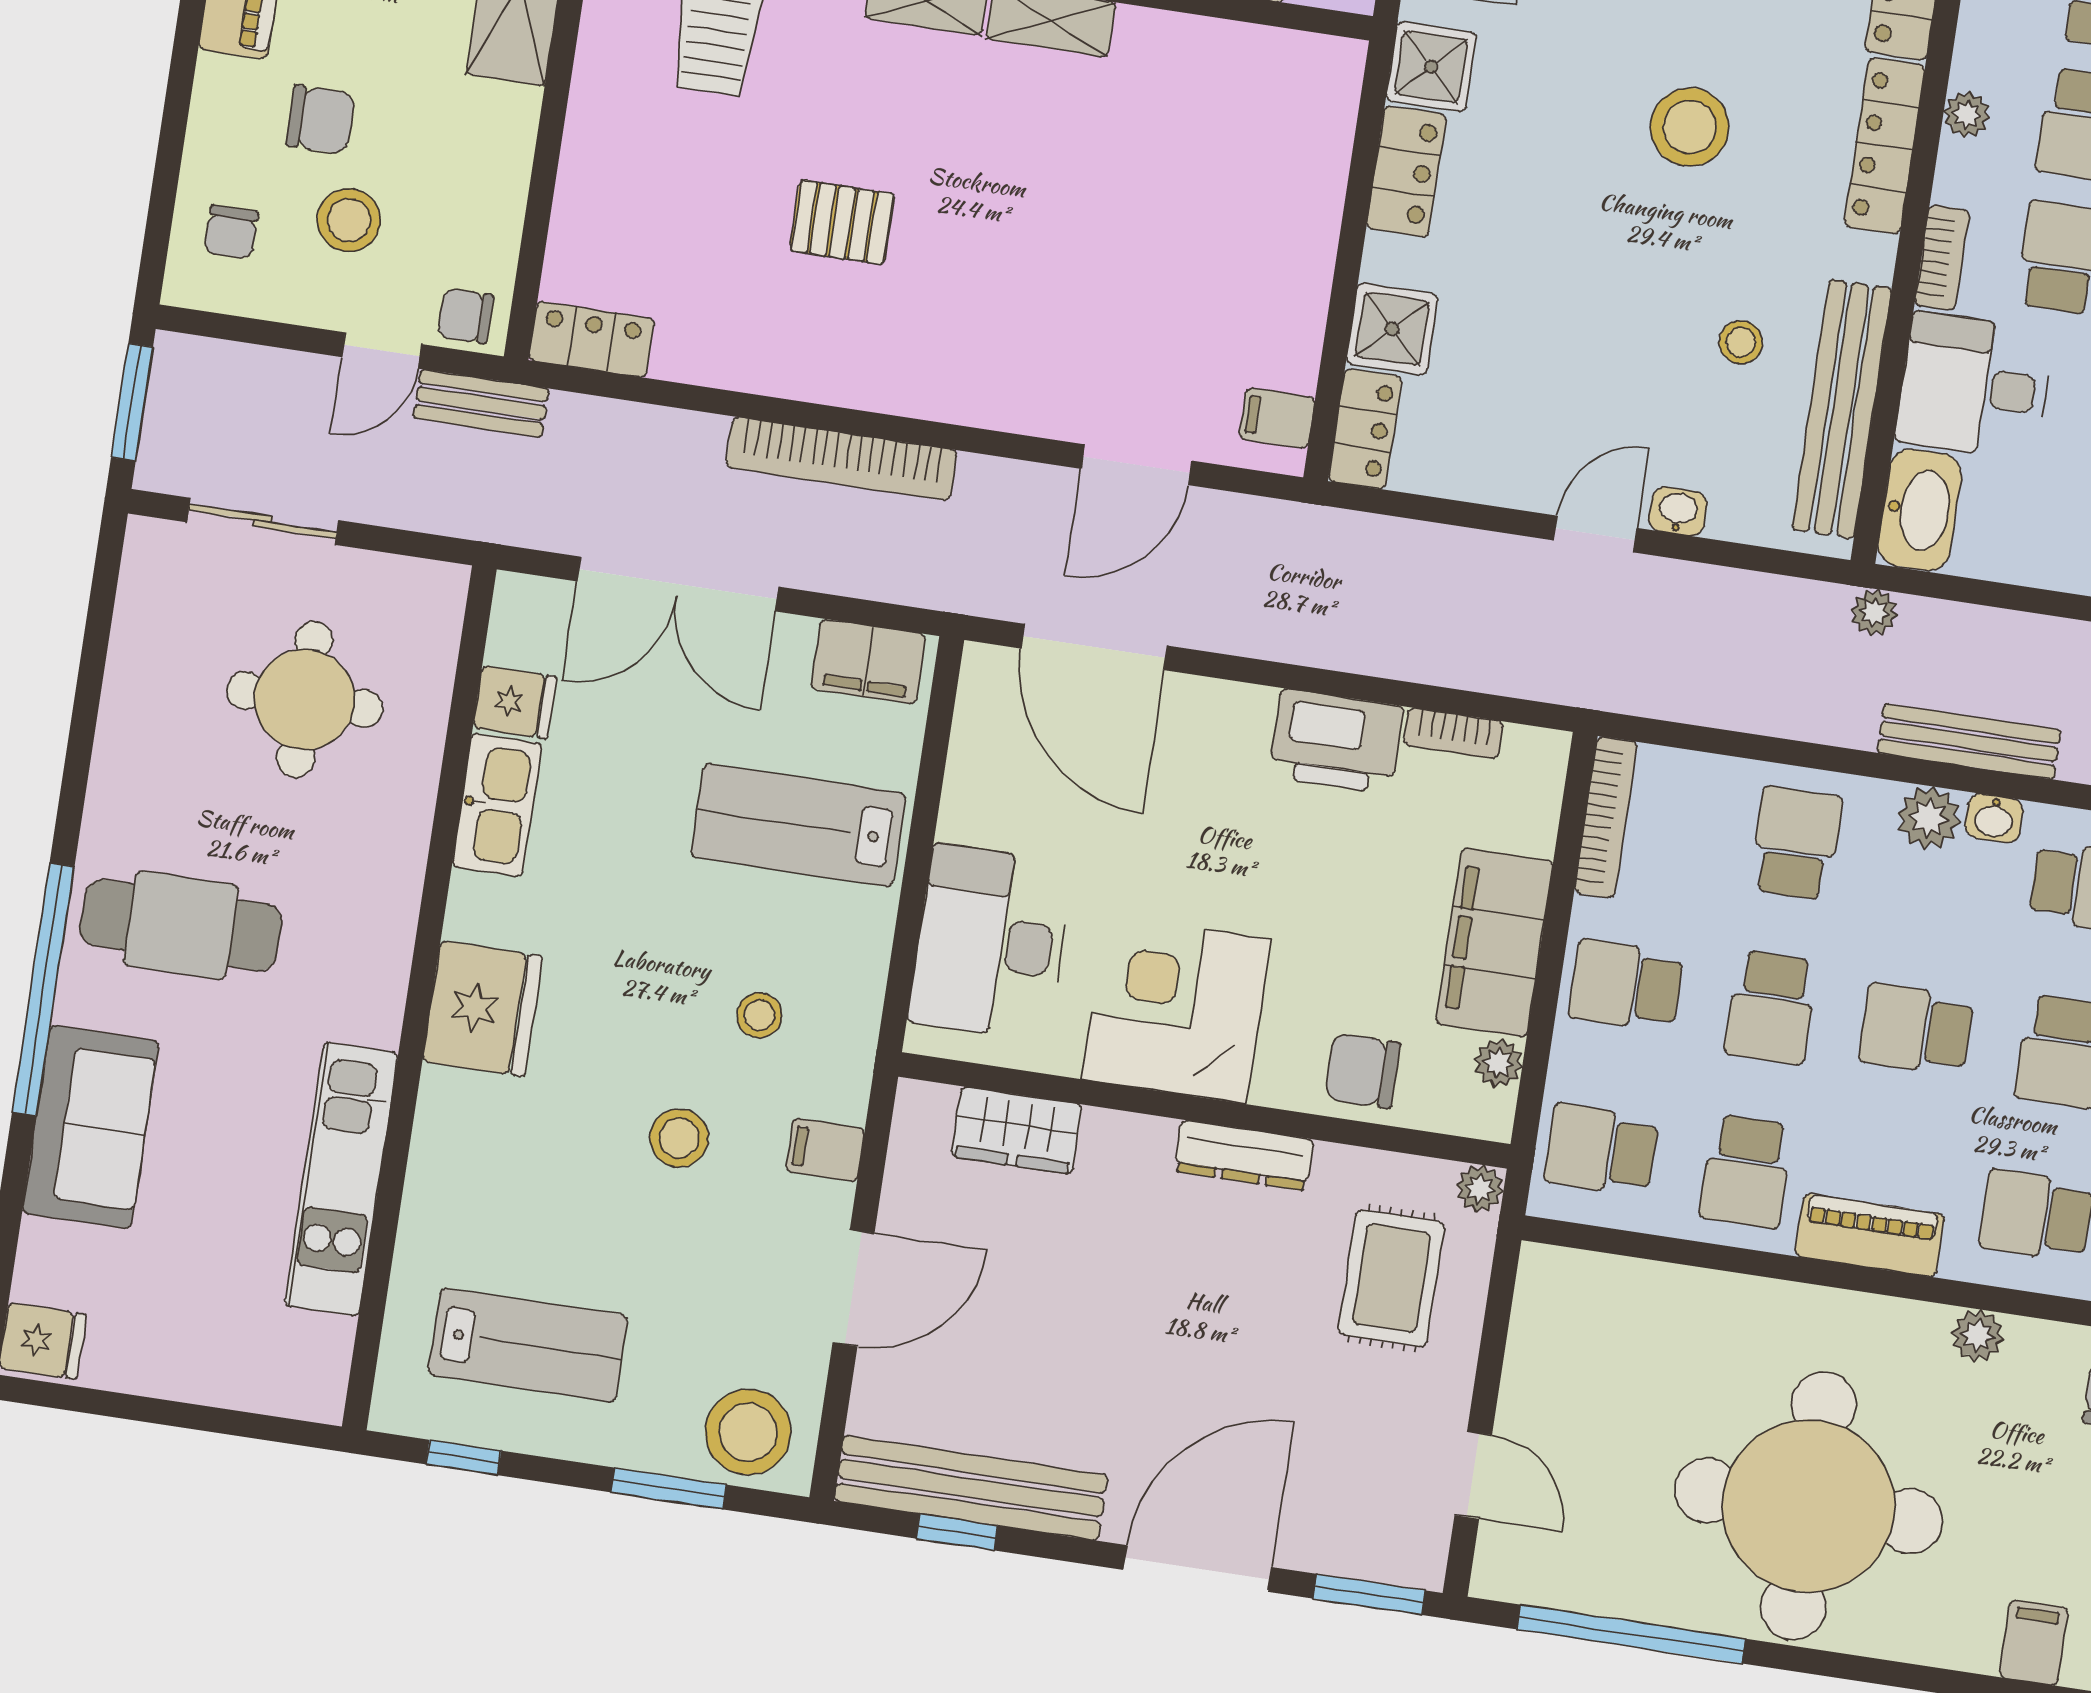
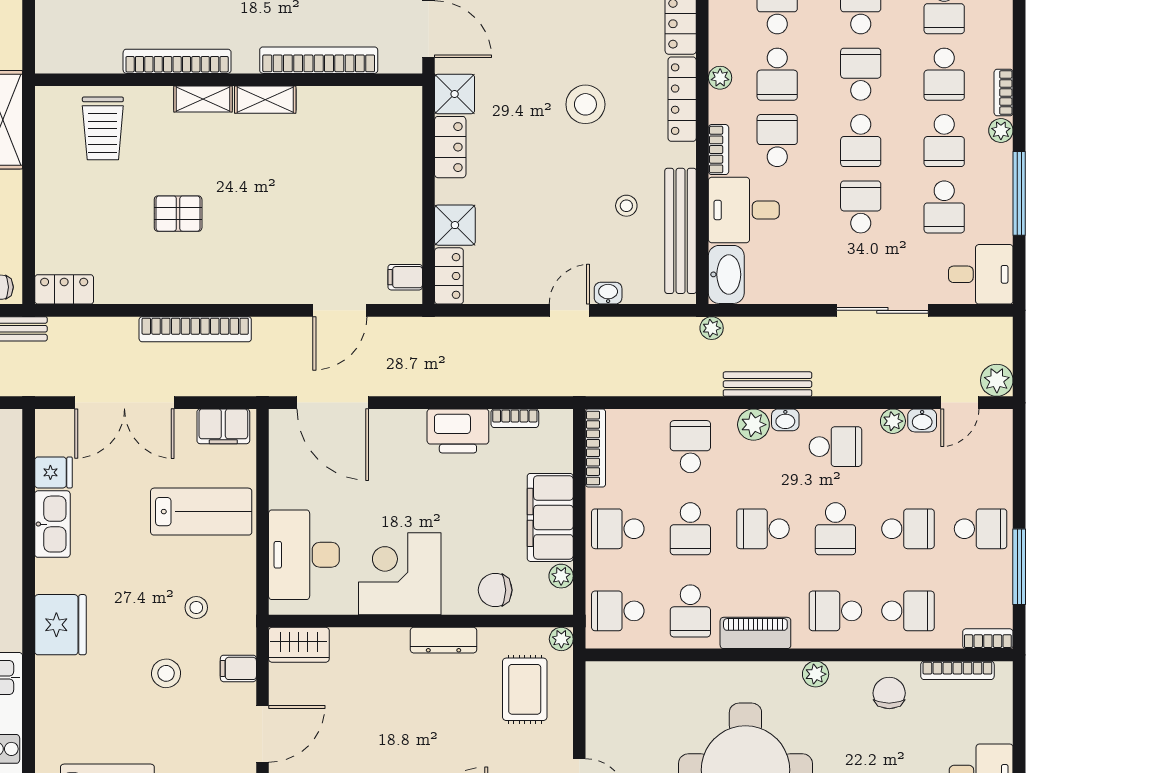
lab bench: (798, 825) -> (201, 512), turned 180
wardrobe: (1017, 1130) -> (299, 645), moved

